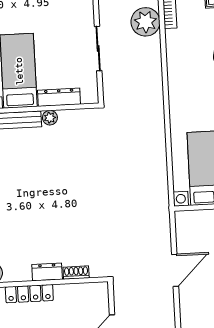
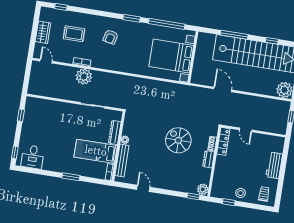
spiral stairs: (69, 212) -> (178, 140), added
locker: (29, 294) -> (223, 141), moved

